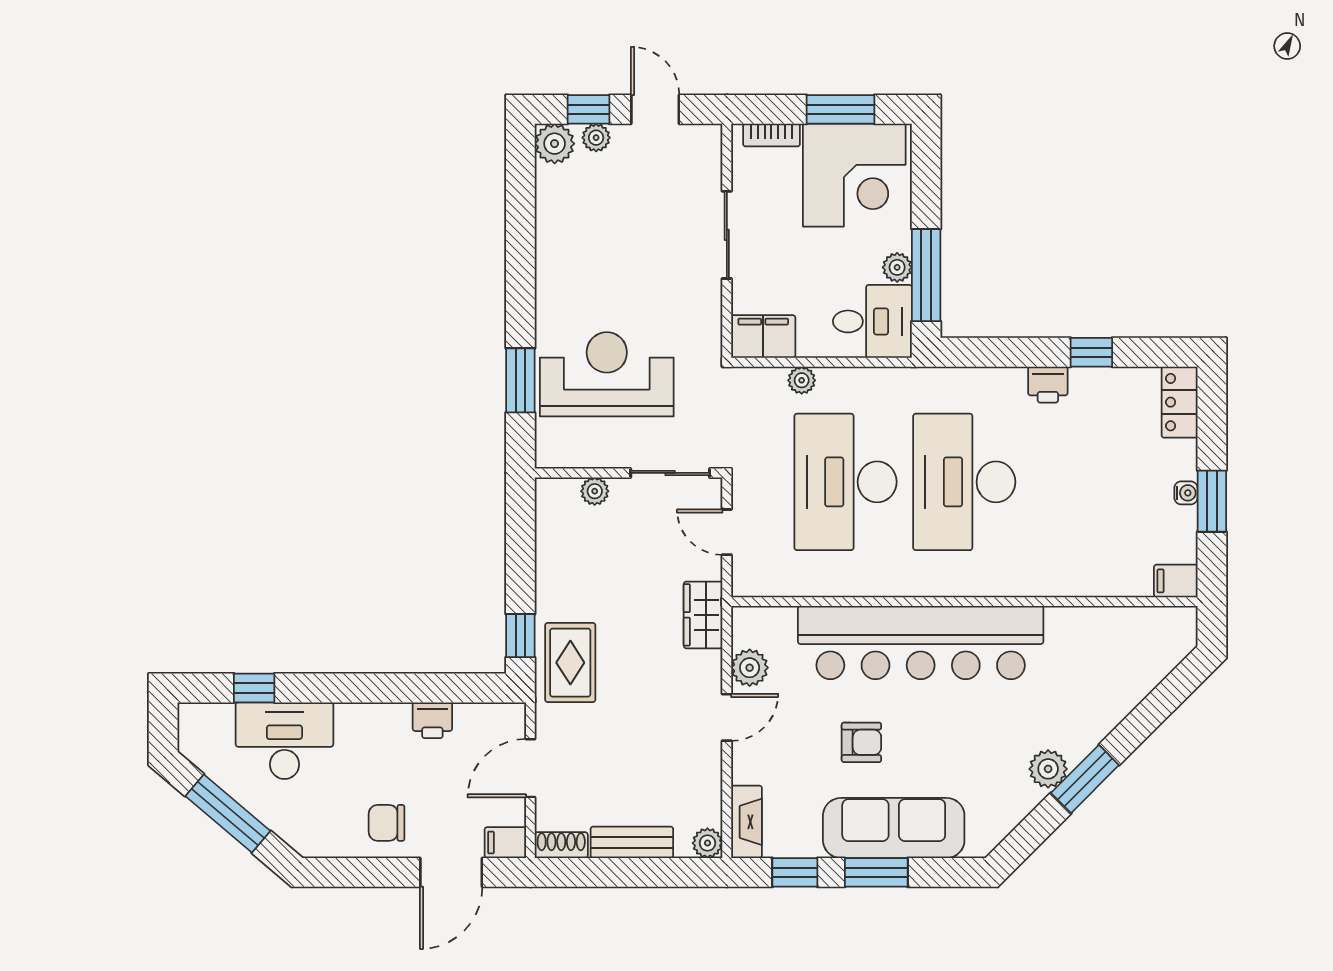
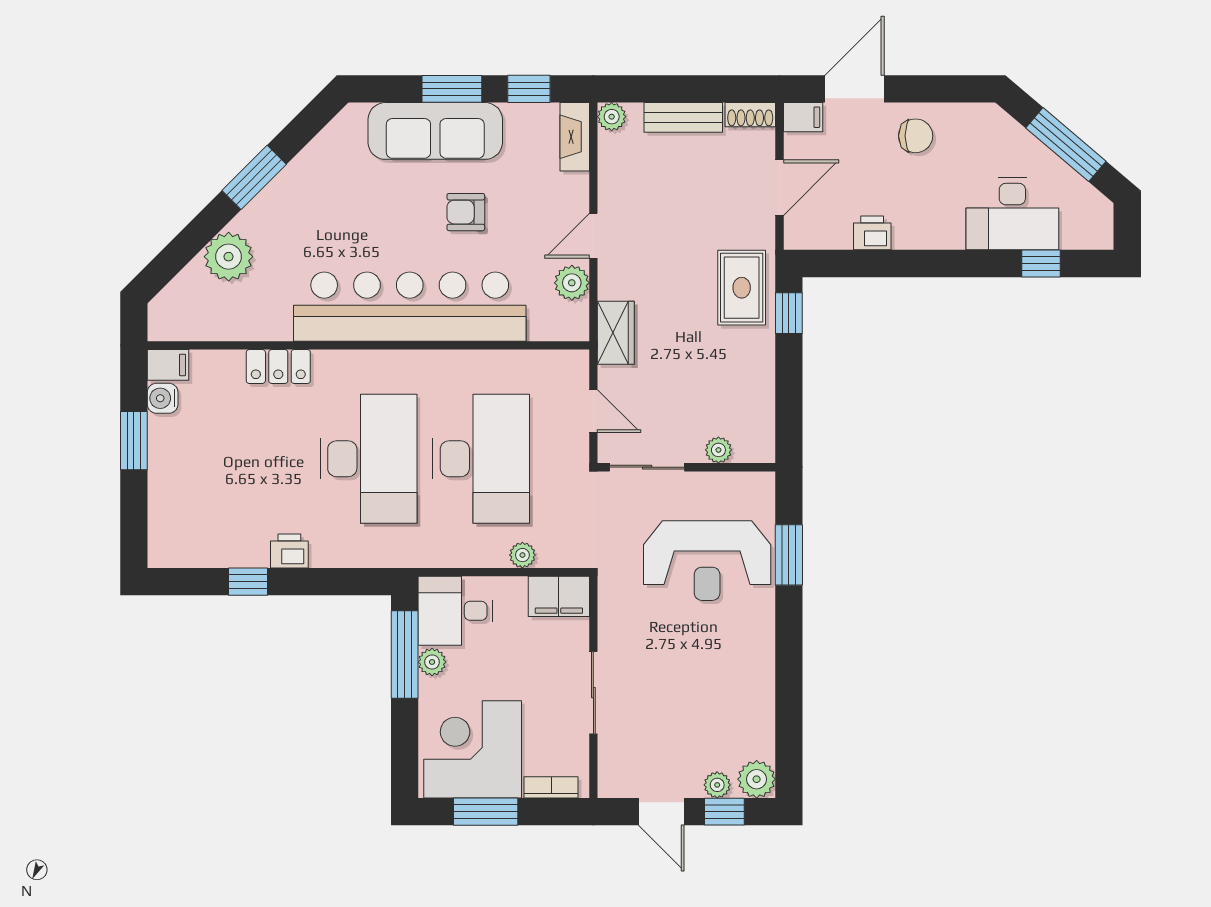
locker: (1180, 402) -> (278, 366), moved, turned 90
water cooler: (1186, 493) -> (163, 398), moved, width x1.38, depth x1.38
plant: (1048, 769) -> (229, 257), moved, width x1.36, depth x1.36

